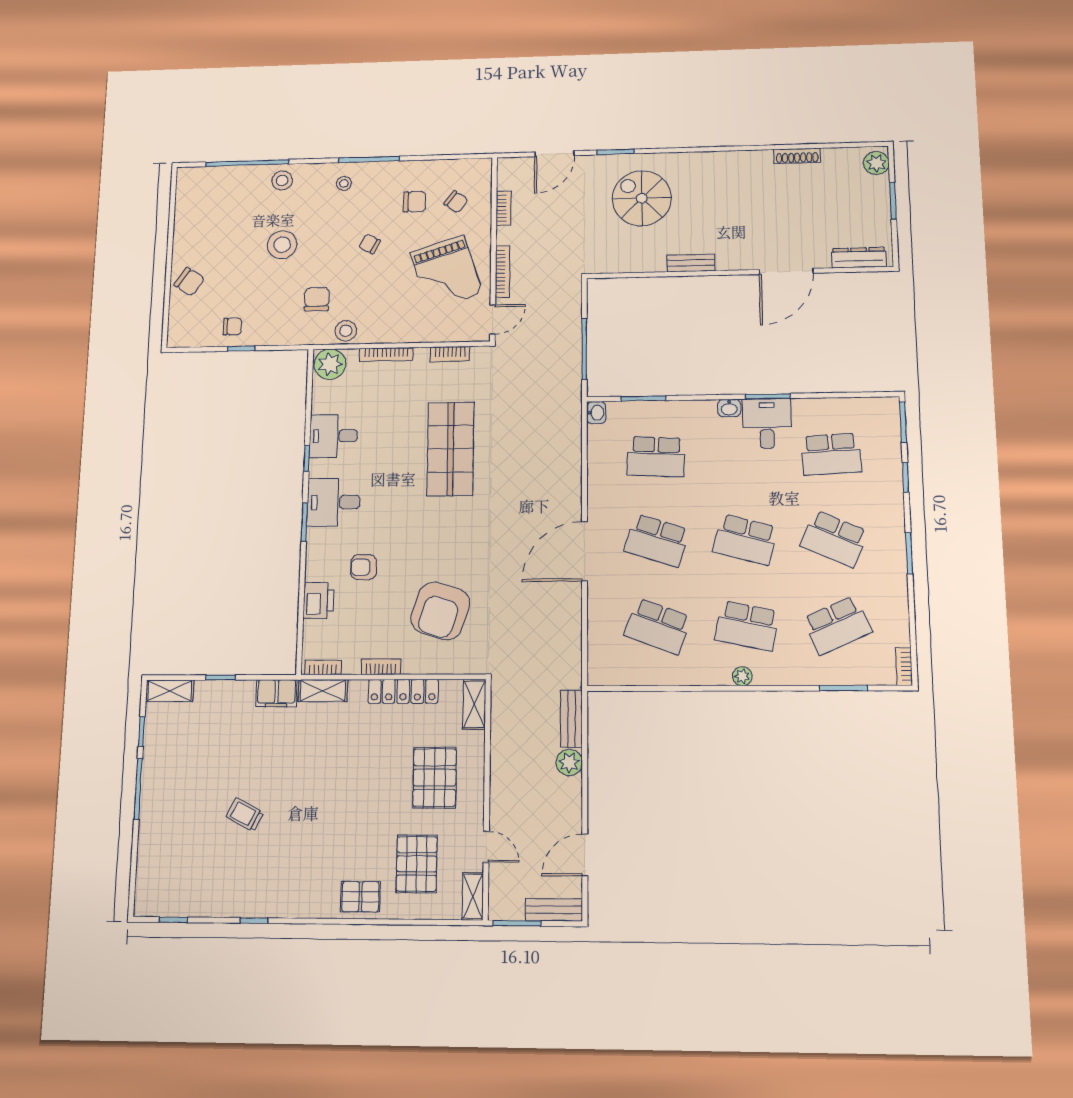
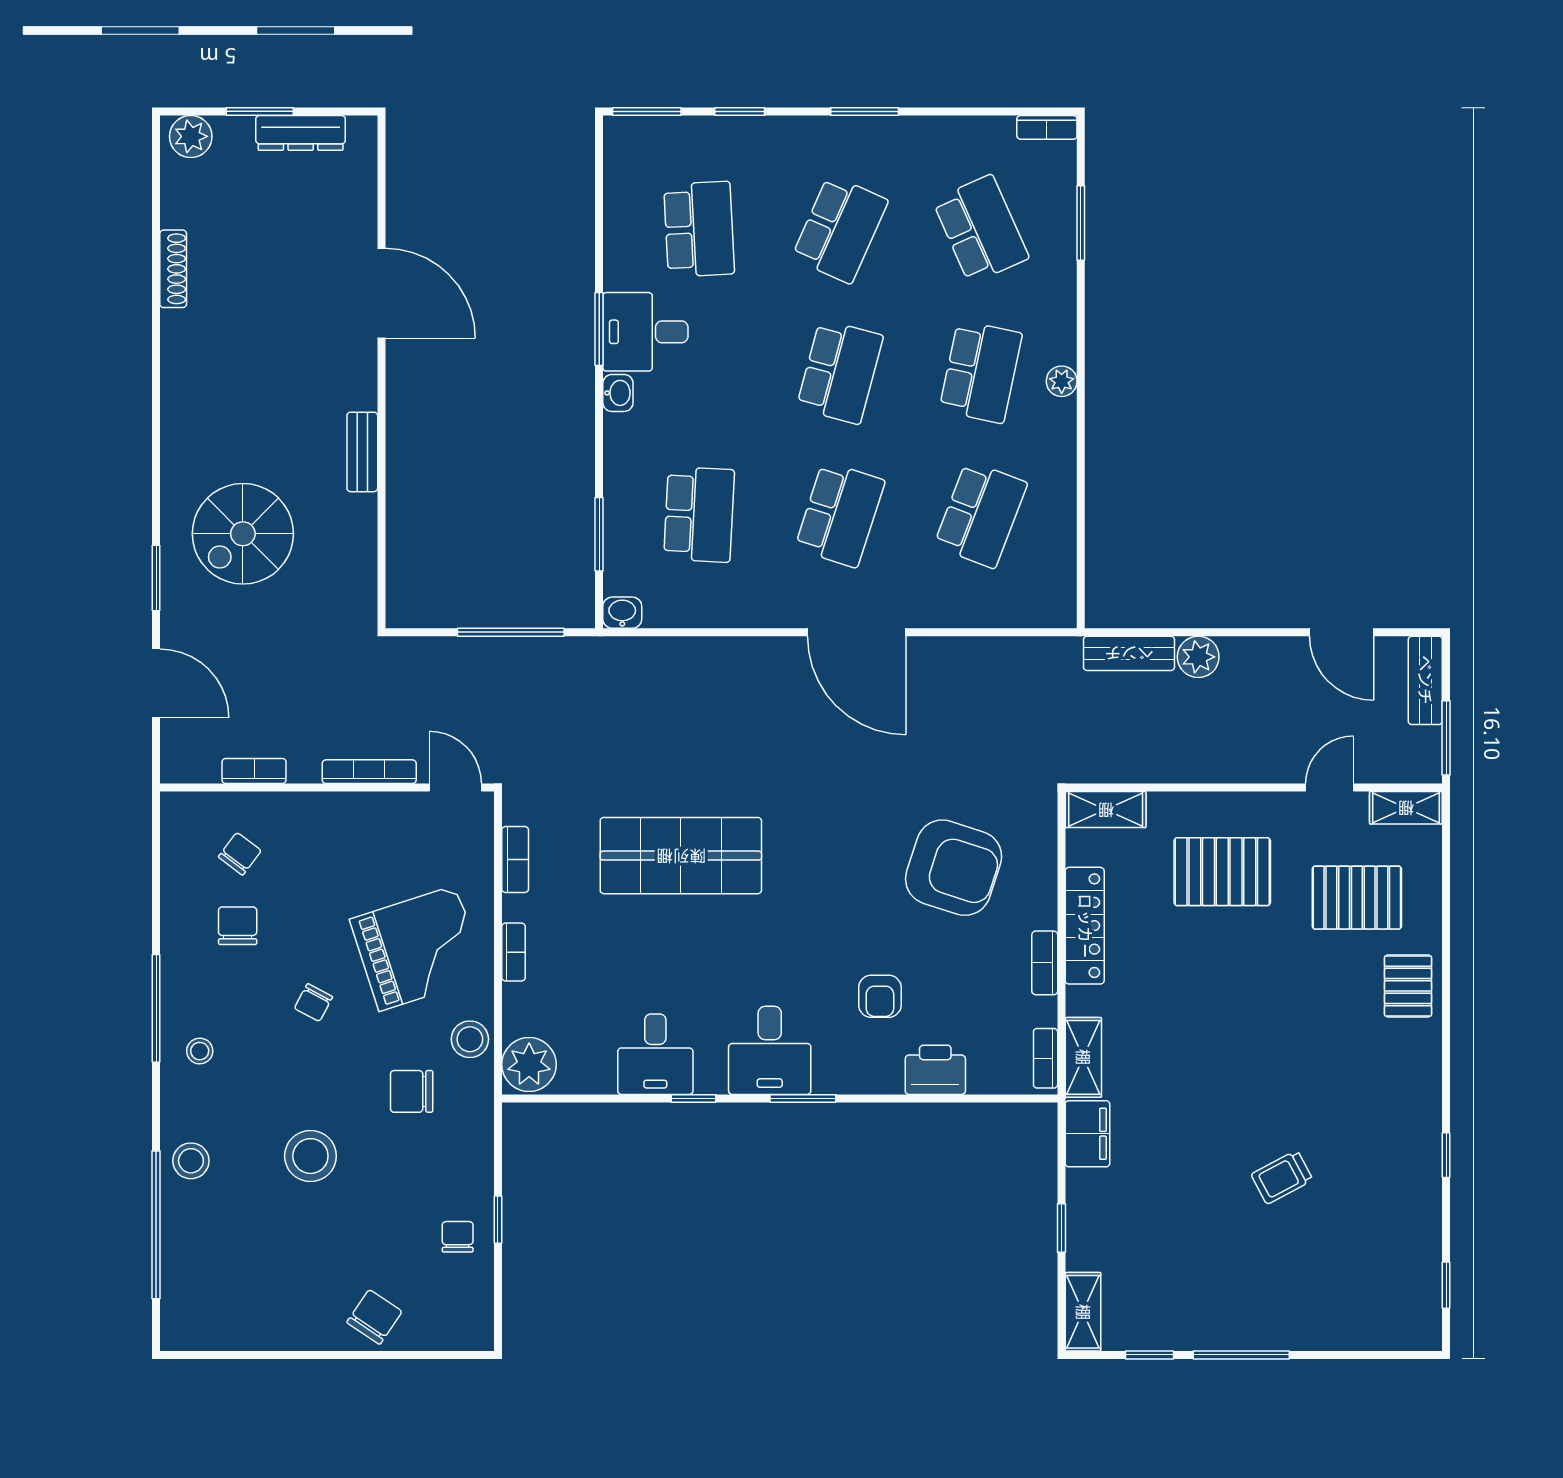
dresser: (859, 258) -> (301, 133), moved, turned -90
grand piano: (446, 273) -> (418, 948), moved
bookcase: (386, 354) -> (513, 952), width x0.64
trolley: (245, 815) -> (1282, 1177), turned 35

